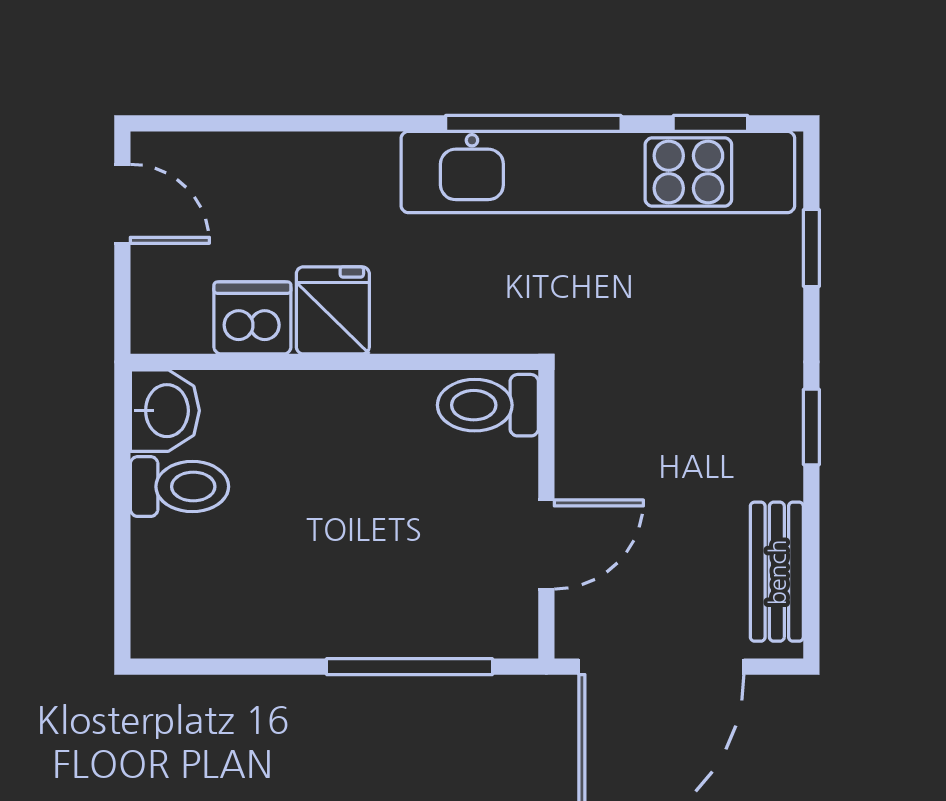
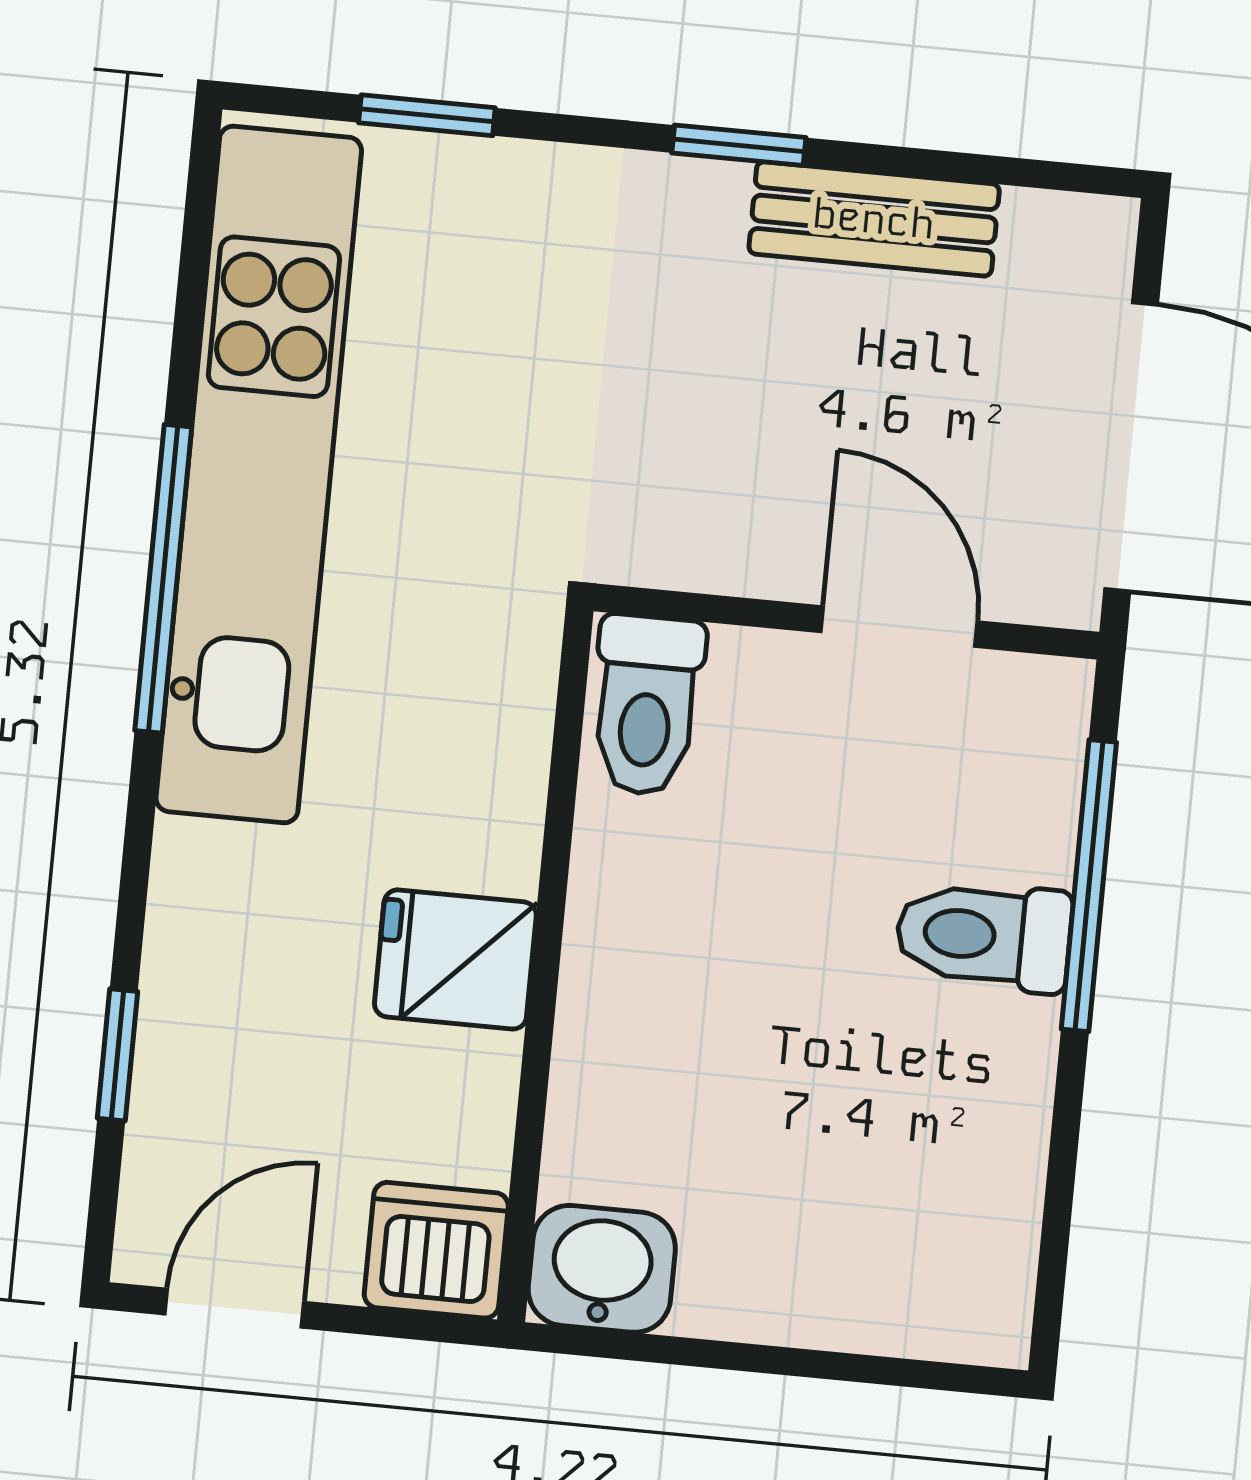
window: (710, 123) -> (117, 1055), moved
dishwasher: (252, 318) -> (436, 1250), moved, turned 90
toilet: (179, 487) -> (984, 936), moved, turned -90
bench: (777, 572) -> (874, 219), moved

